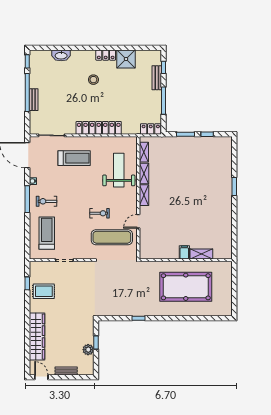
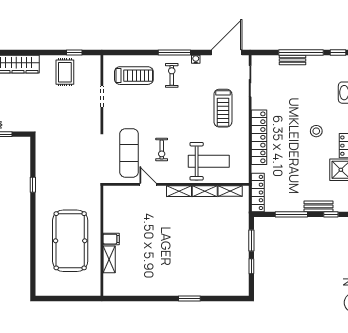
locker: (151, 129) -> (258, 192), width x1.53
exercise bike: (100, 213) -> (162, 150), moved

